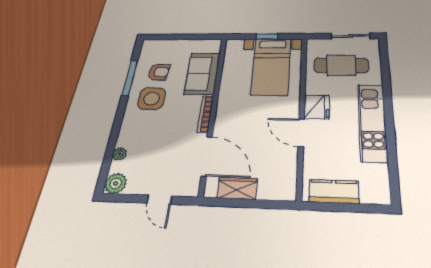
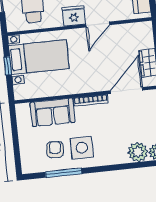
plant: (120, 154) -> (138, 152), width x1.87, depth x1.87

